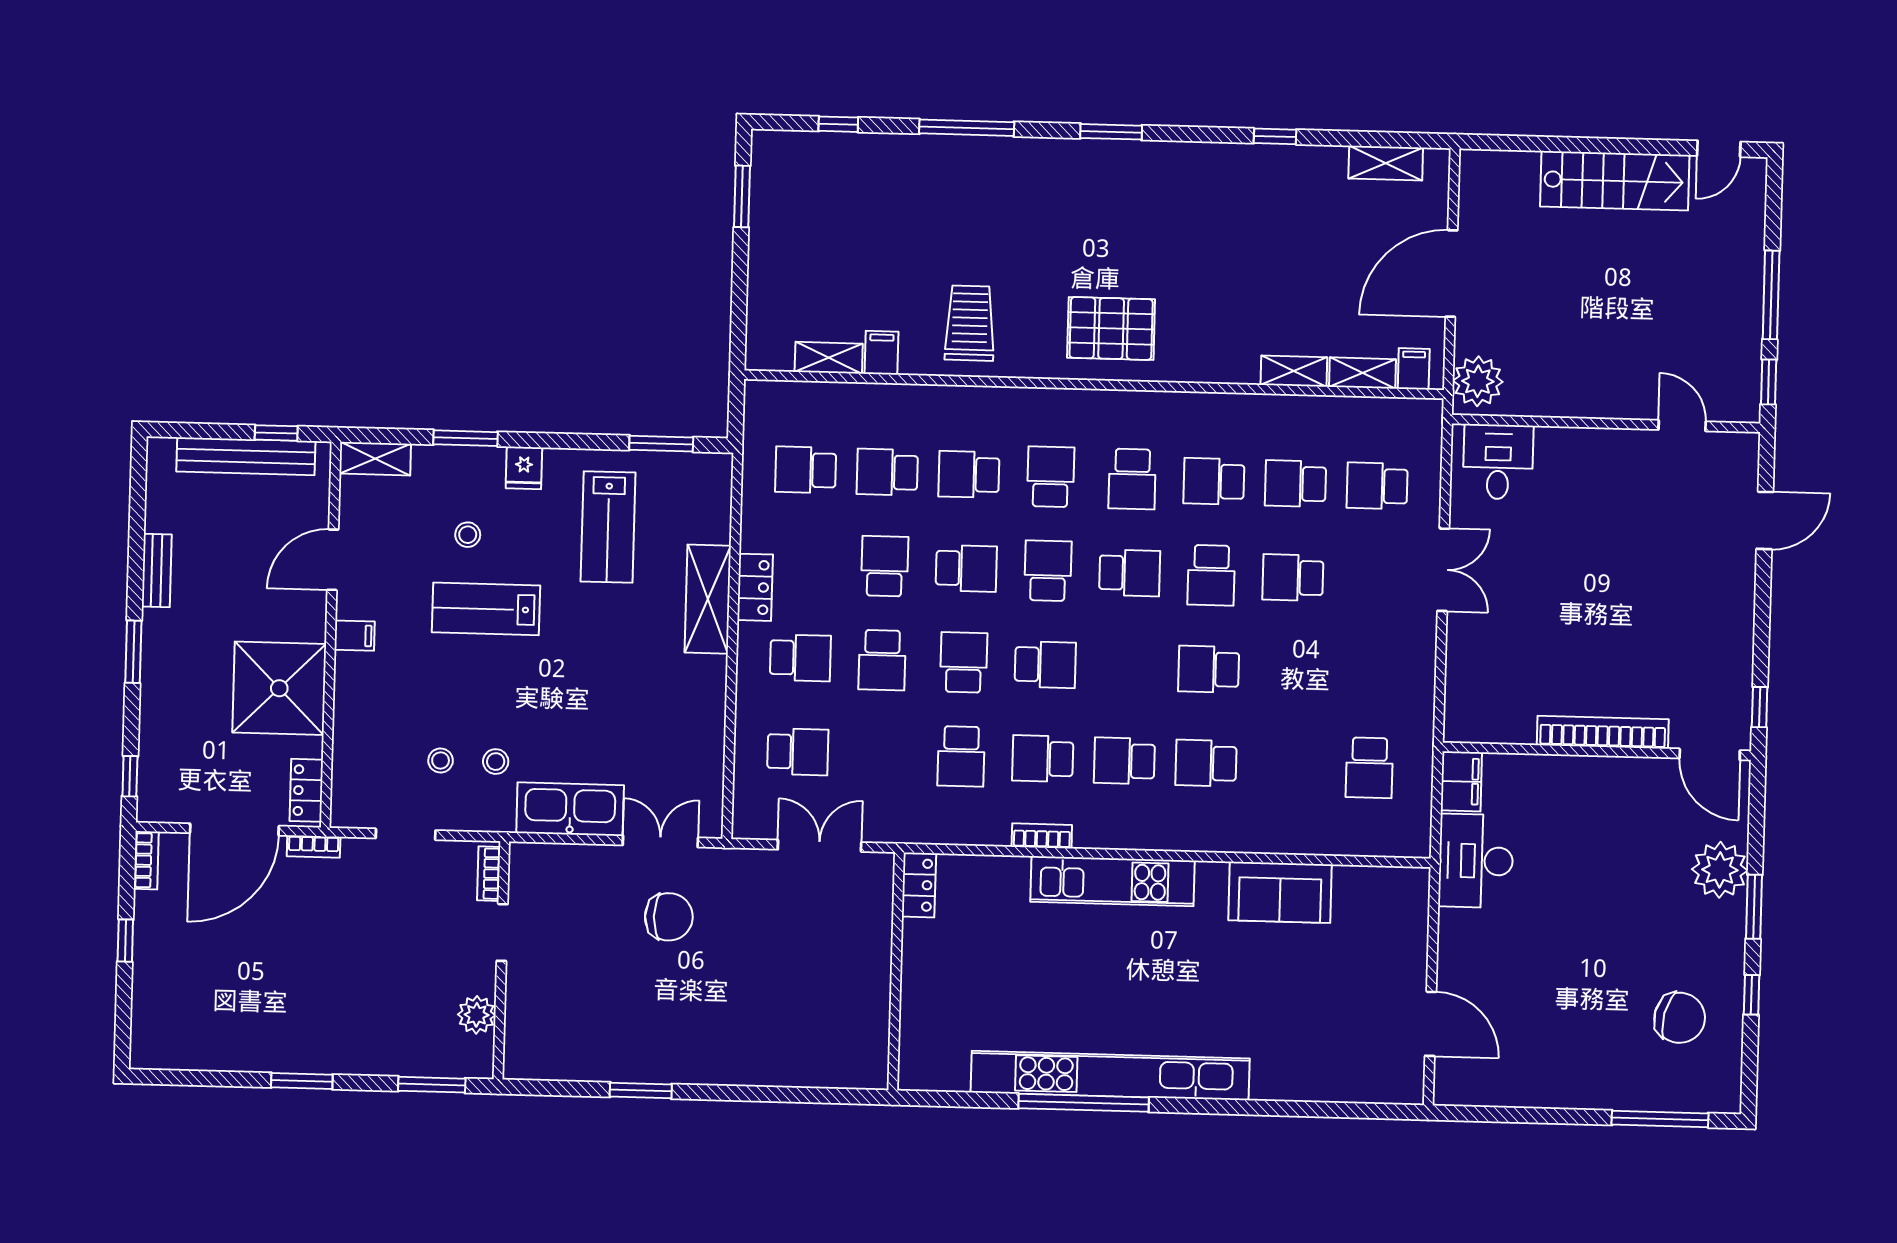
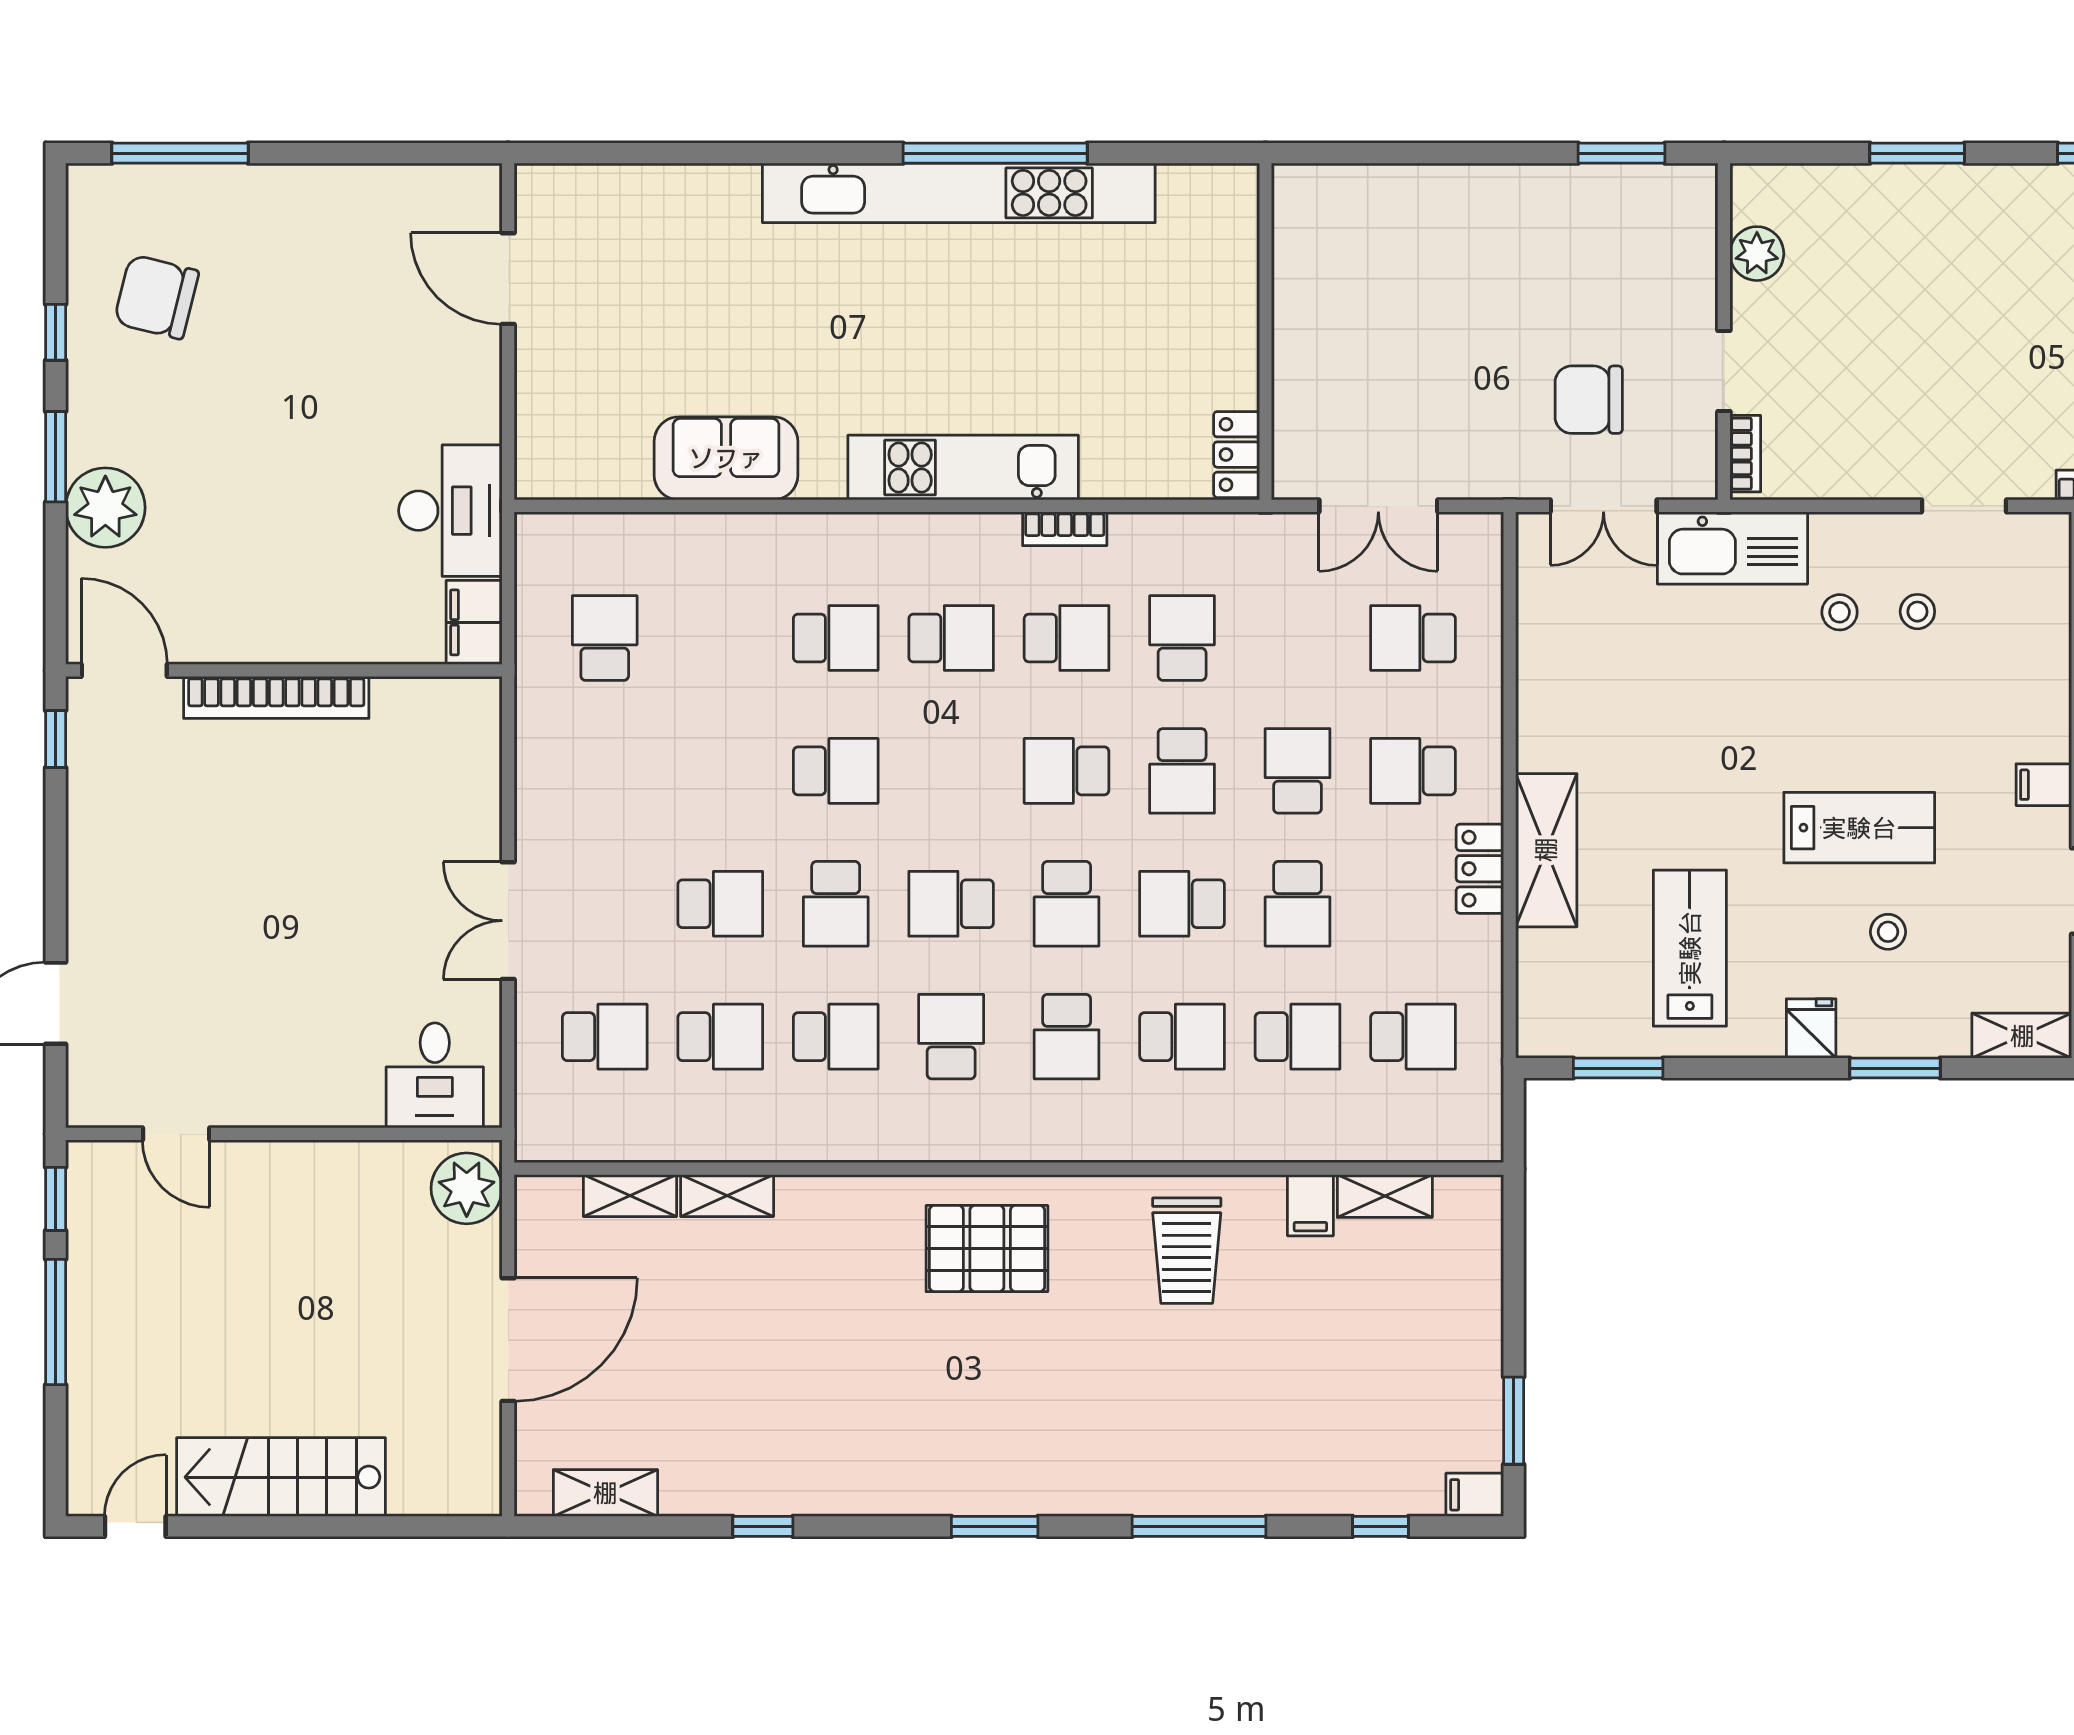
filing cabinet: (1414, 369) -> (1475, 1495), moved, turned 90
school desk: (1211, 575) -> (836, 904), turned 180
bookcase: (489, 874) -> (1745, 454), moved
doorway: (502, 932) -> (1724, 371), moved
wall: (501, 960) -> (1724, 332), moved
plant: (477, 1015) -> (1757, 254), moved

